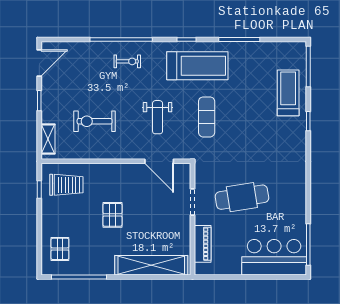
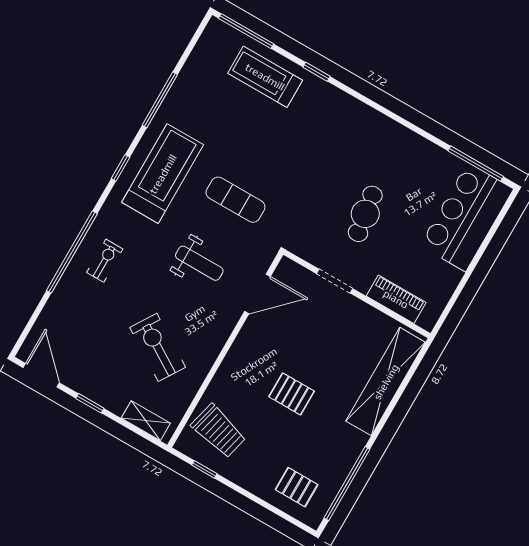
exercise bike: (95, 121) -> (158, 347), turned 122
trolley: (66, 185) -> (219, 431), turned 104
cafe table: (242, 197) -> (365, 214), width x0.73, depth x0.74

